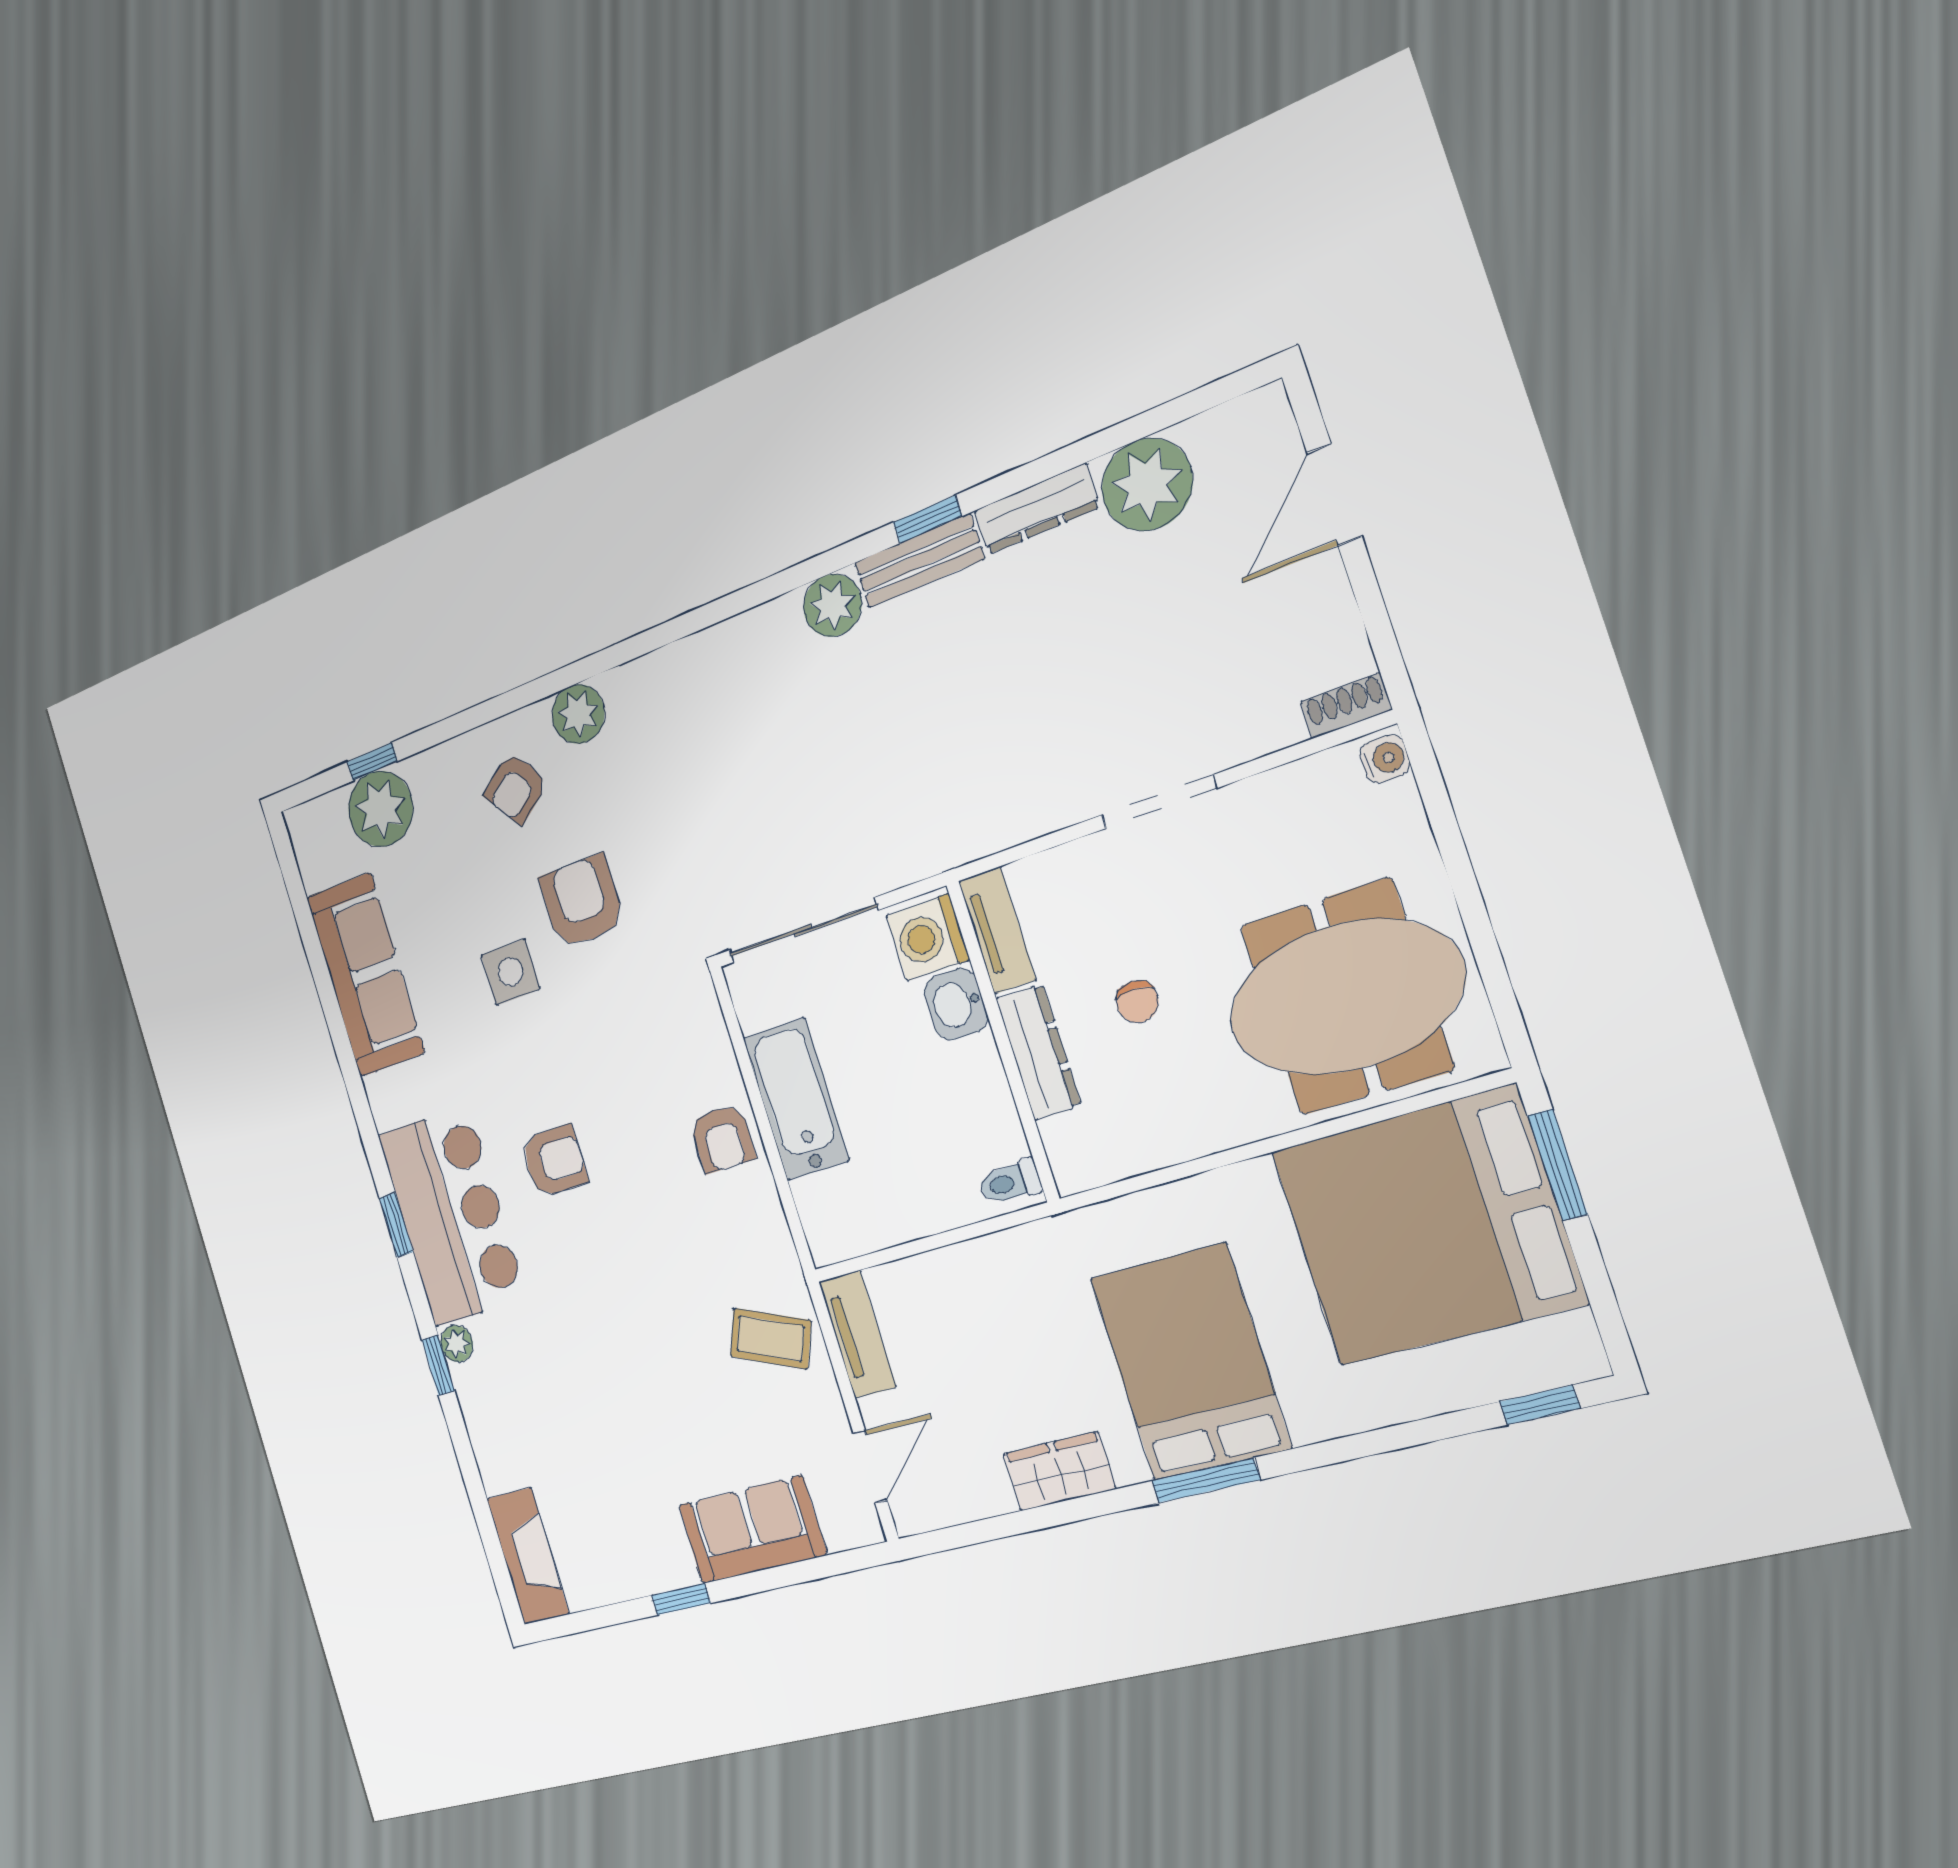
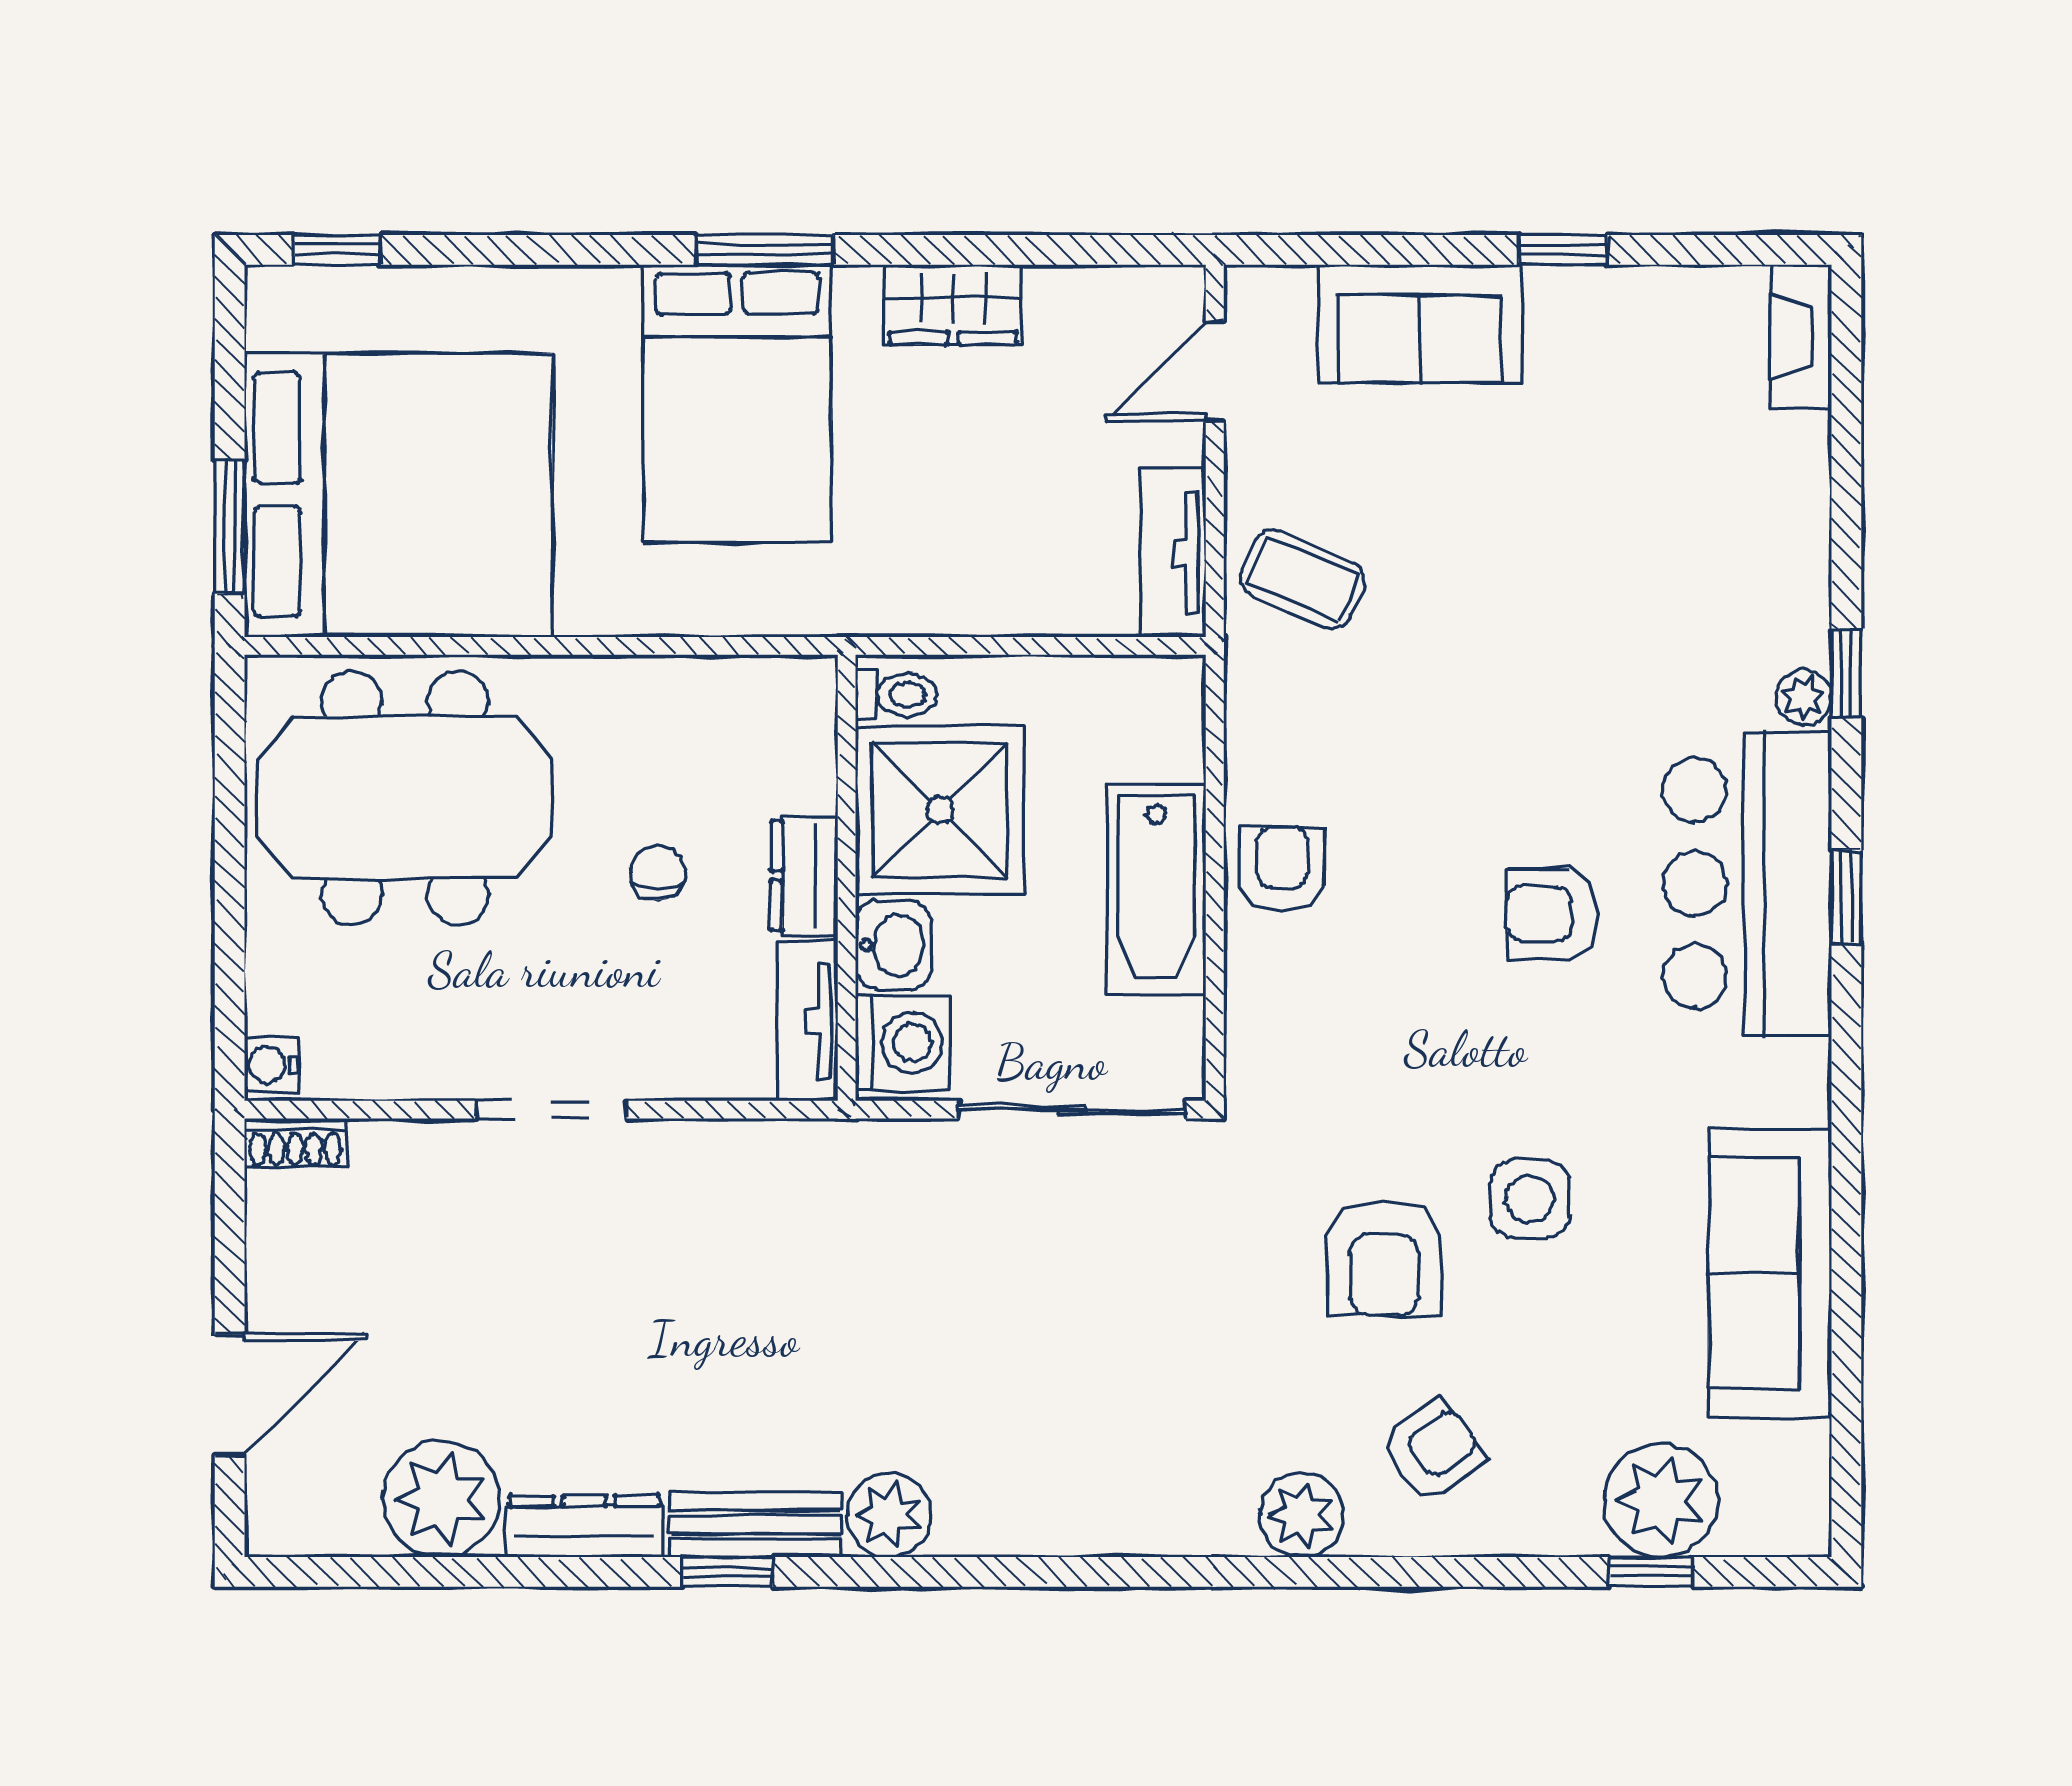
dresser: (1038, 1052) -> (804, 876), width x0.70
shower: (955, 1109) -> (940, 810), added
fireplace: (528, 1556) -> (1801, 336), width x0.73, depth x0.76

